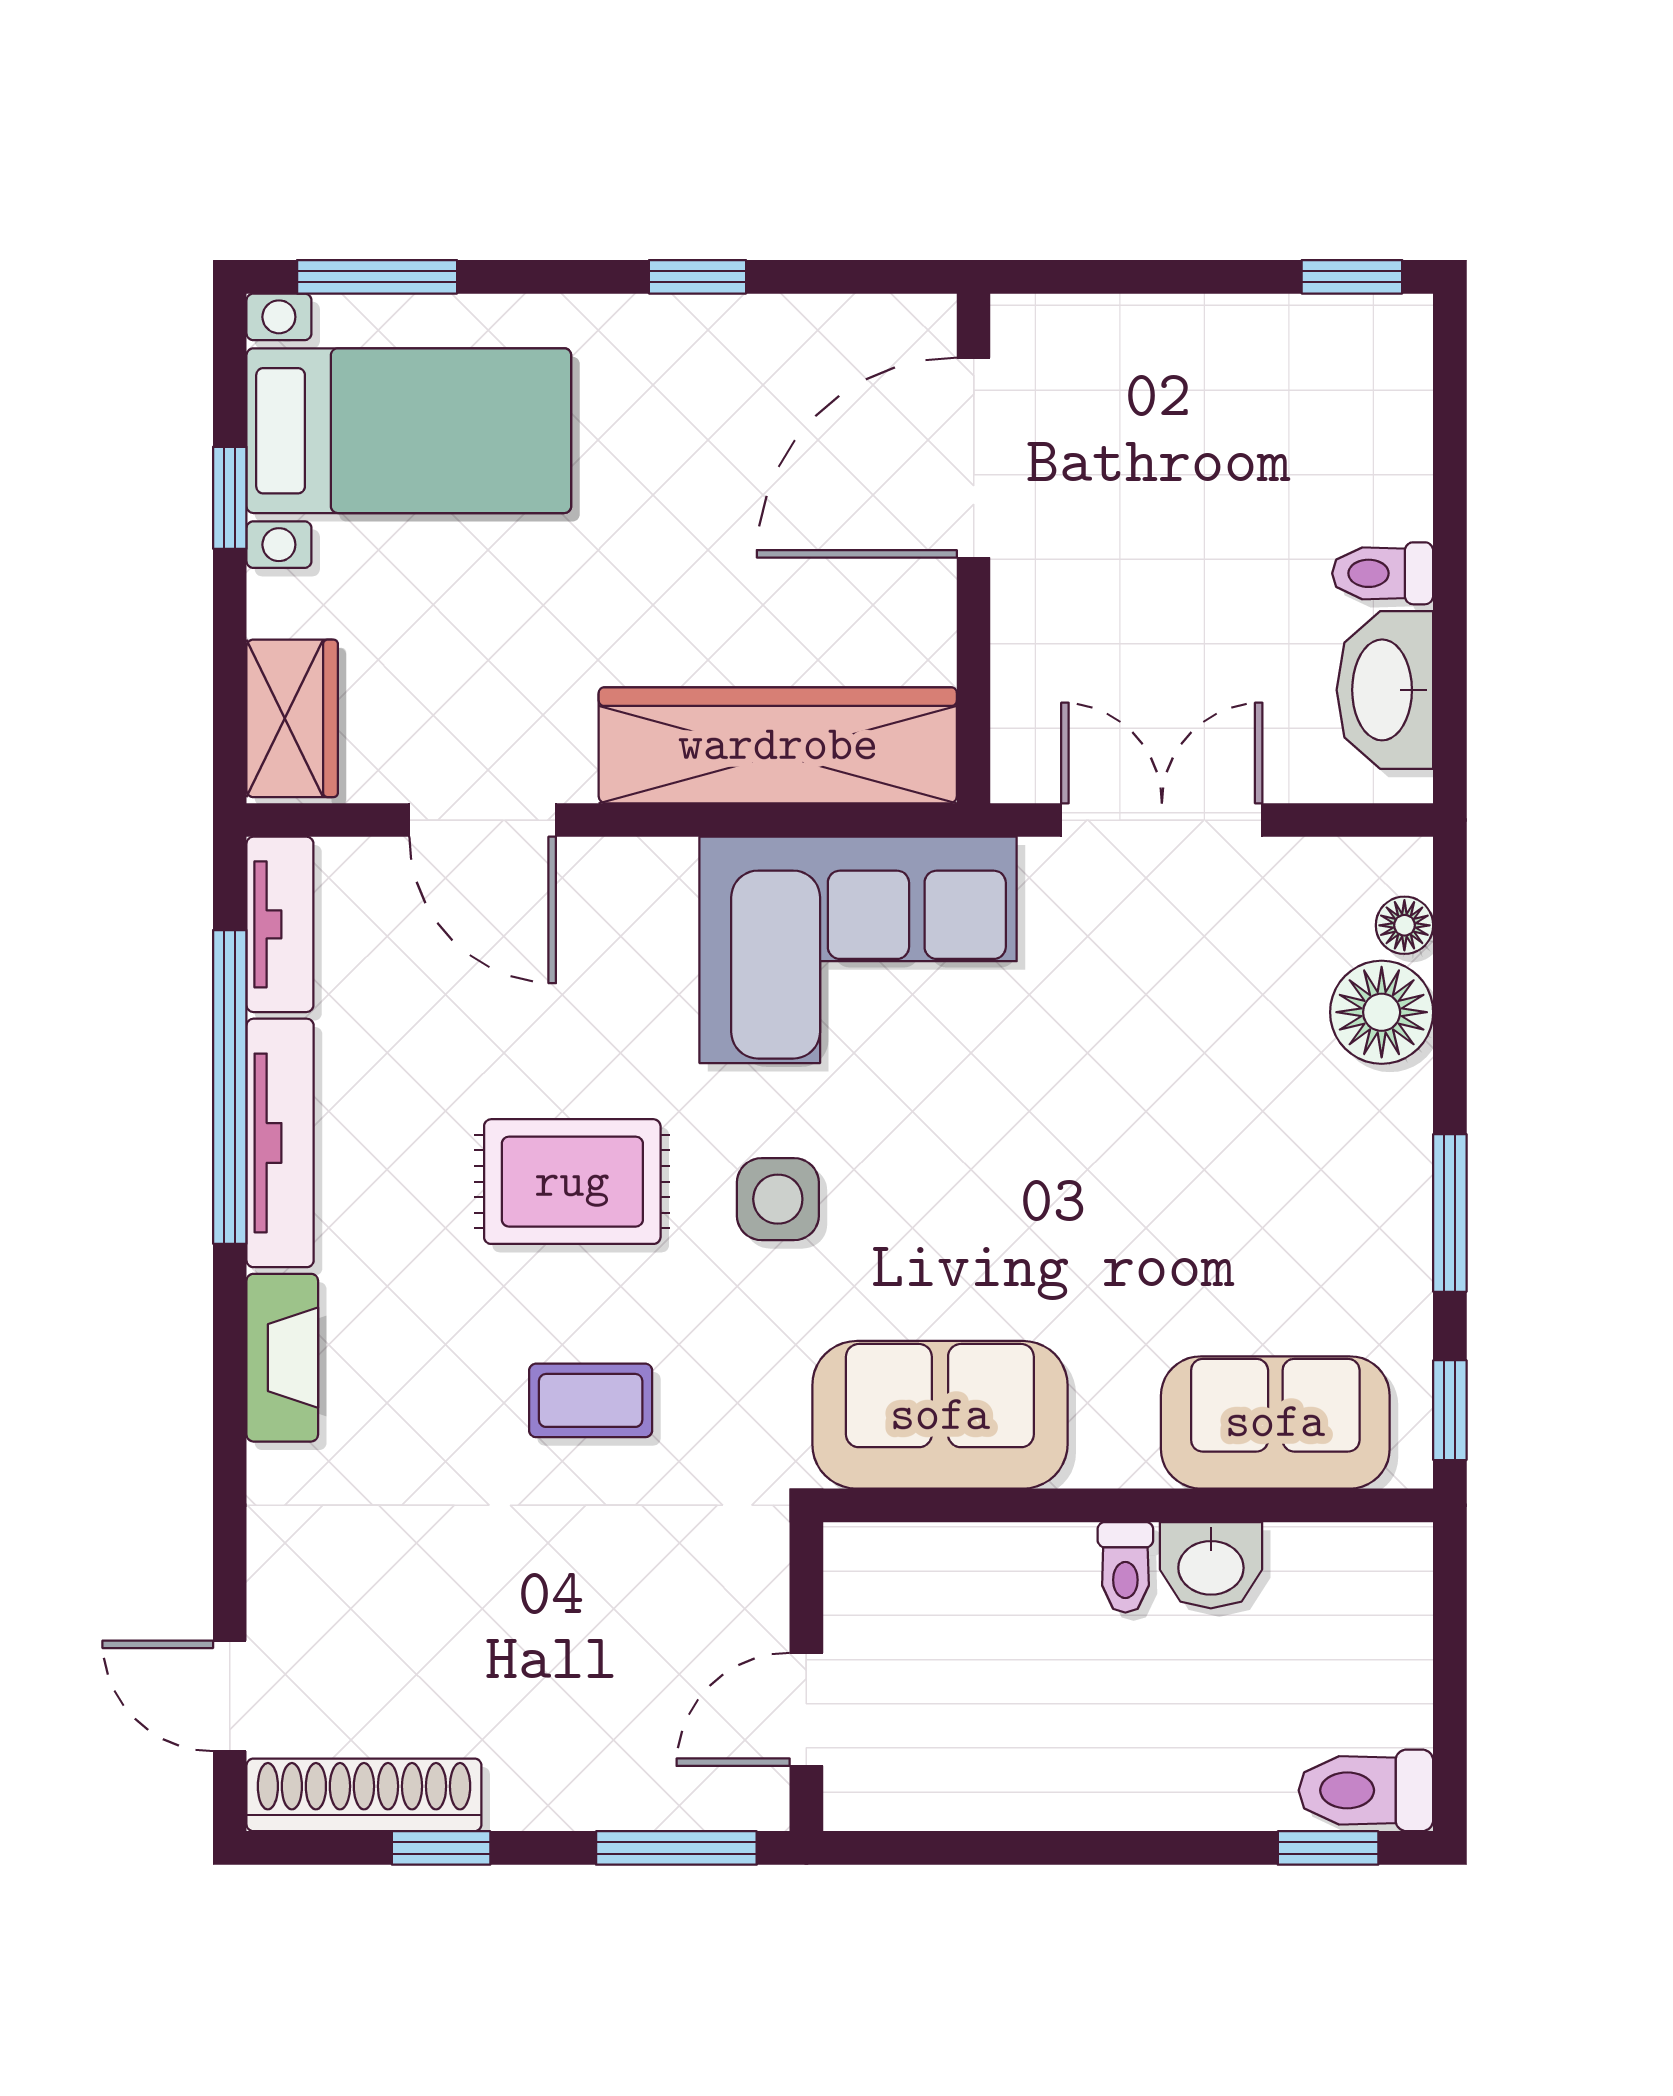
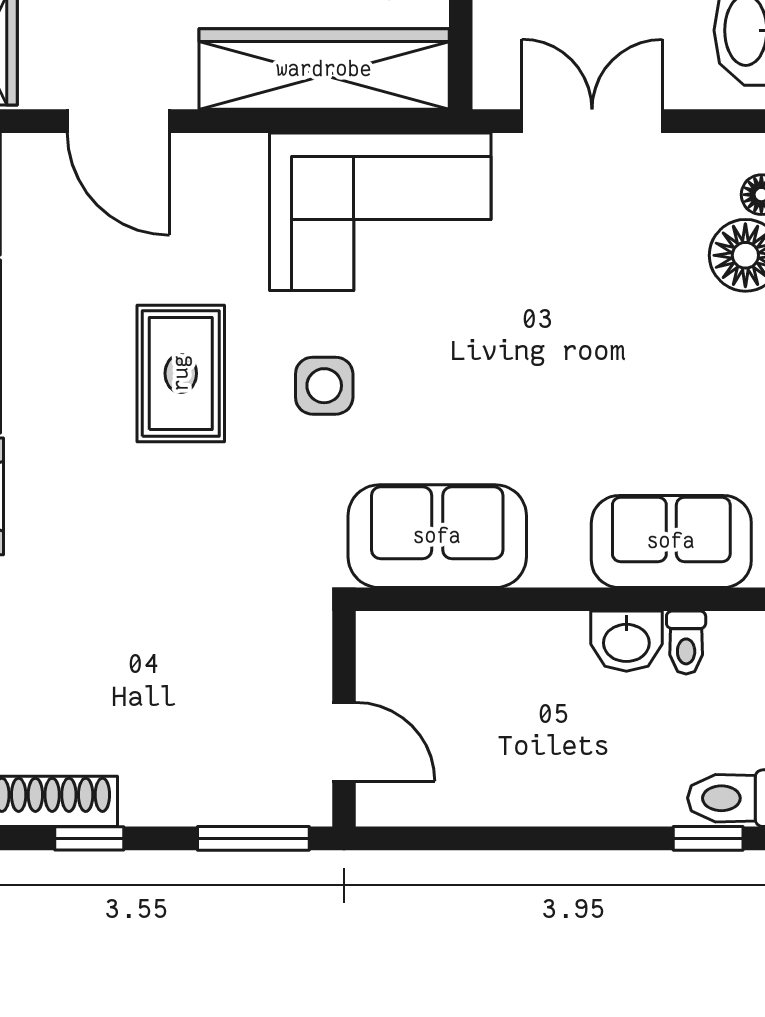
rug: (572, 1182) -> (181, 373), turned 90
coffee table: (591, 1400) -> (194, 526), removed
toilet: (1125, 1567) -> (686, 643), moved
door: (806, 1709) -> (344, 742), swing flipped

